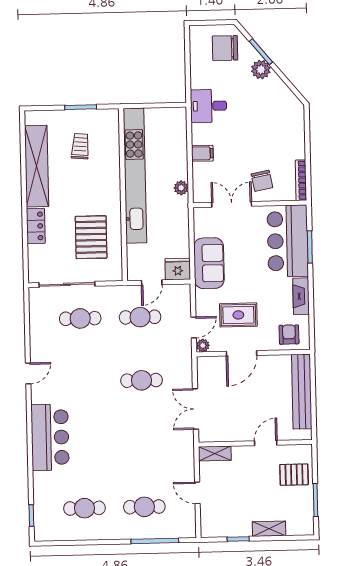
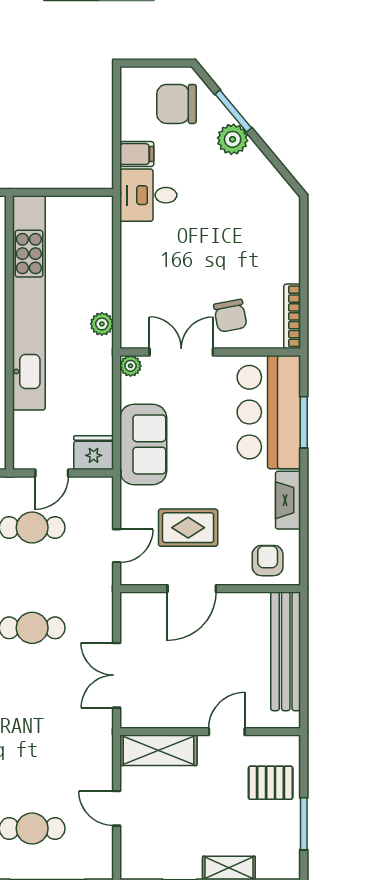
filing cabinet: (202, 153) -> (137, 154), moved
plant: (203, 345) -> (131, 366), moved
shelving: (215, 454) -> (158, 750), width x1.50, depth x1.33

